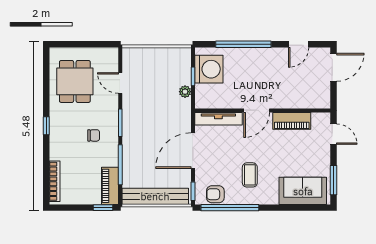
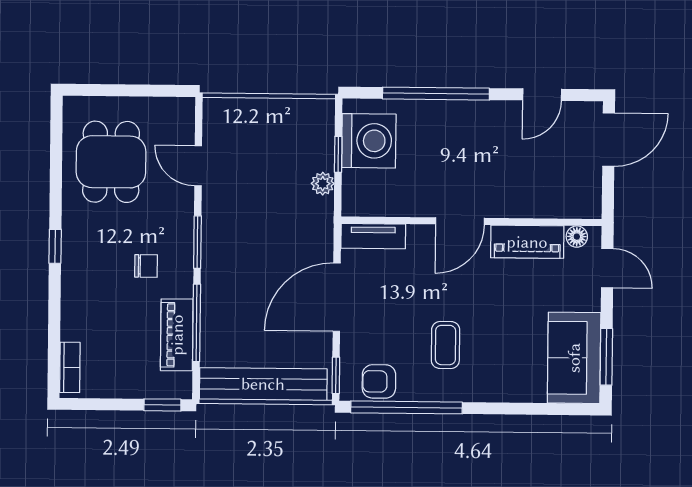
floor lamp: (317, 118) -> (577, 237), added
tv unit: (218, 119) -> (373, 236), width x0.71
bookcase: (55, 181) -> (70, 367), width x0.64
piano: (110, 186) -> (177, 335), moved
sofa: (303, 191) -> (574, 358), moved, turned -90

